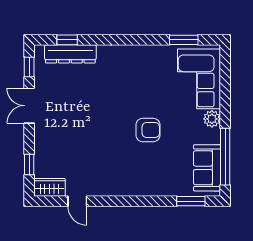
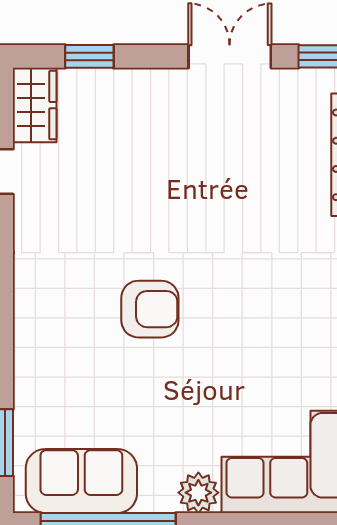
armchair: (148, 130) -> (150, 309), moved, turned -90

